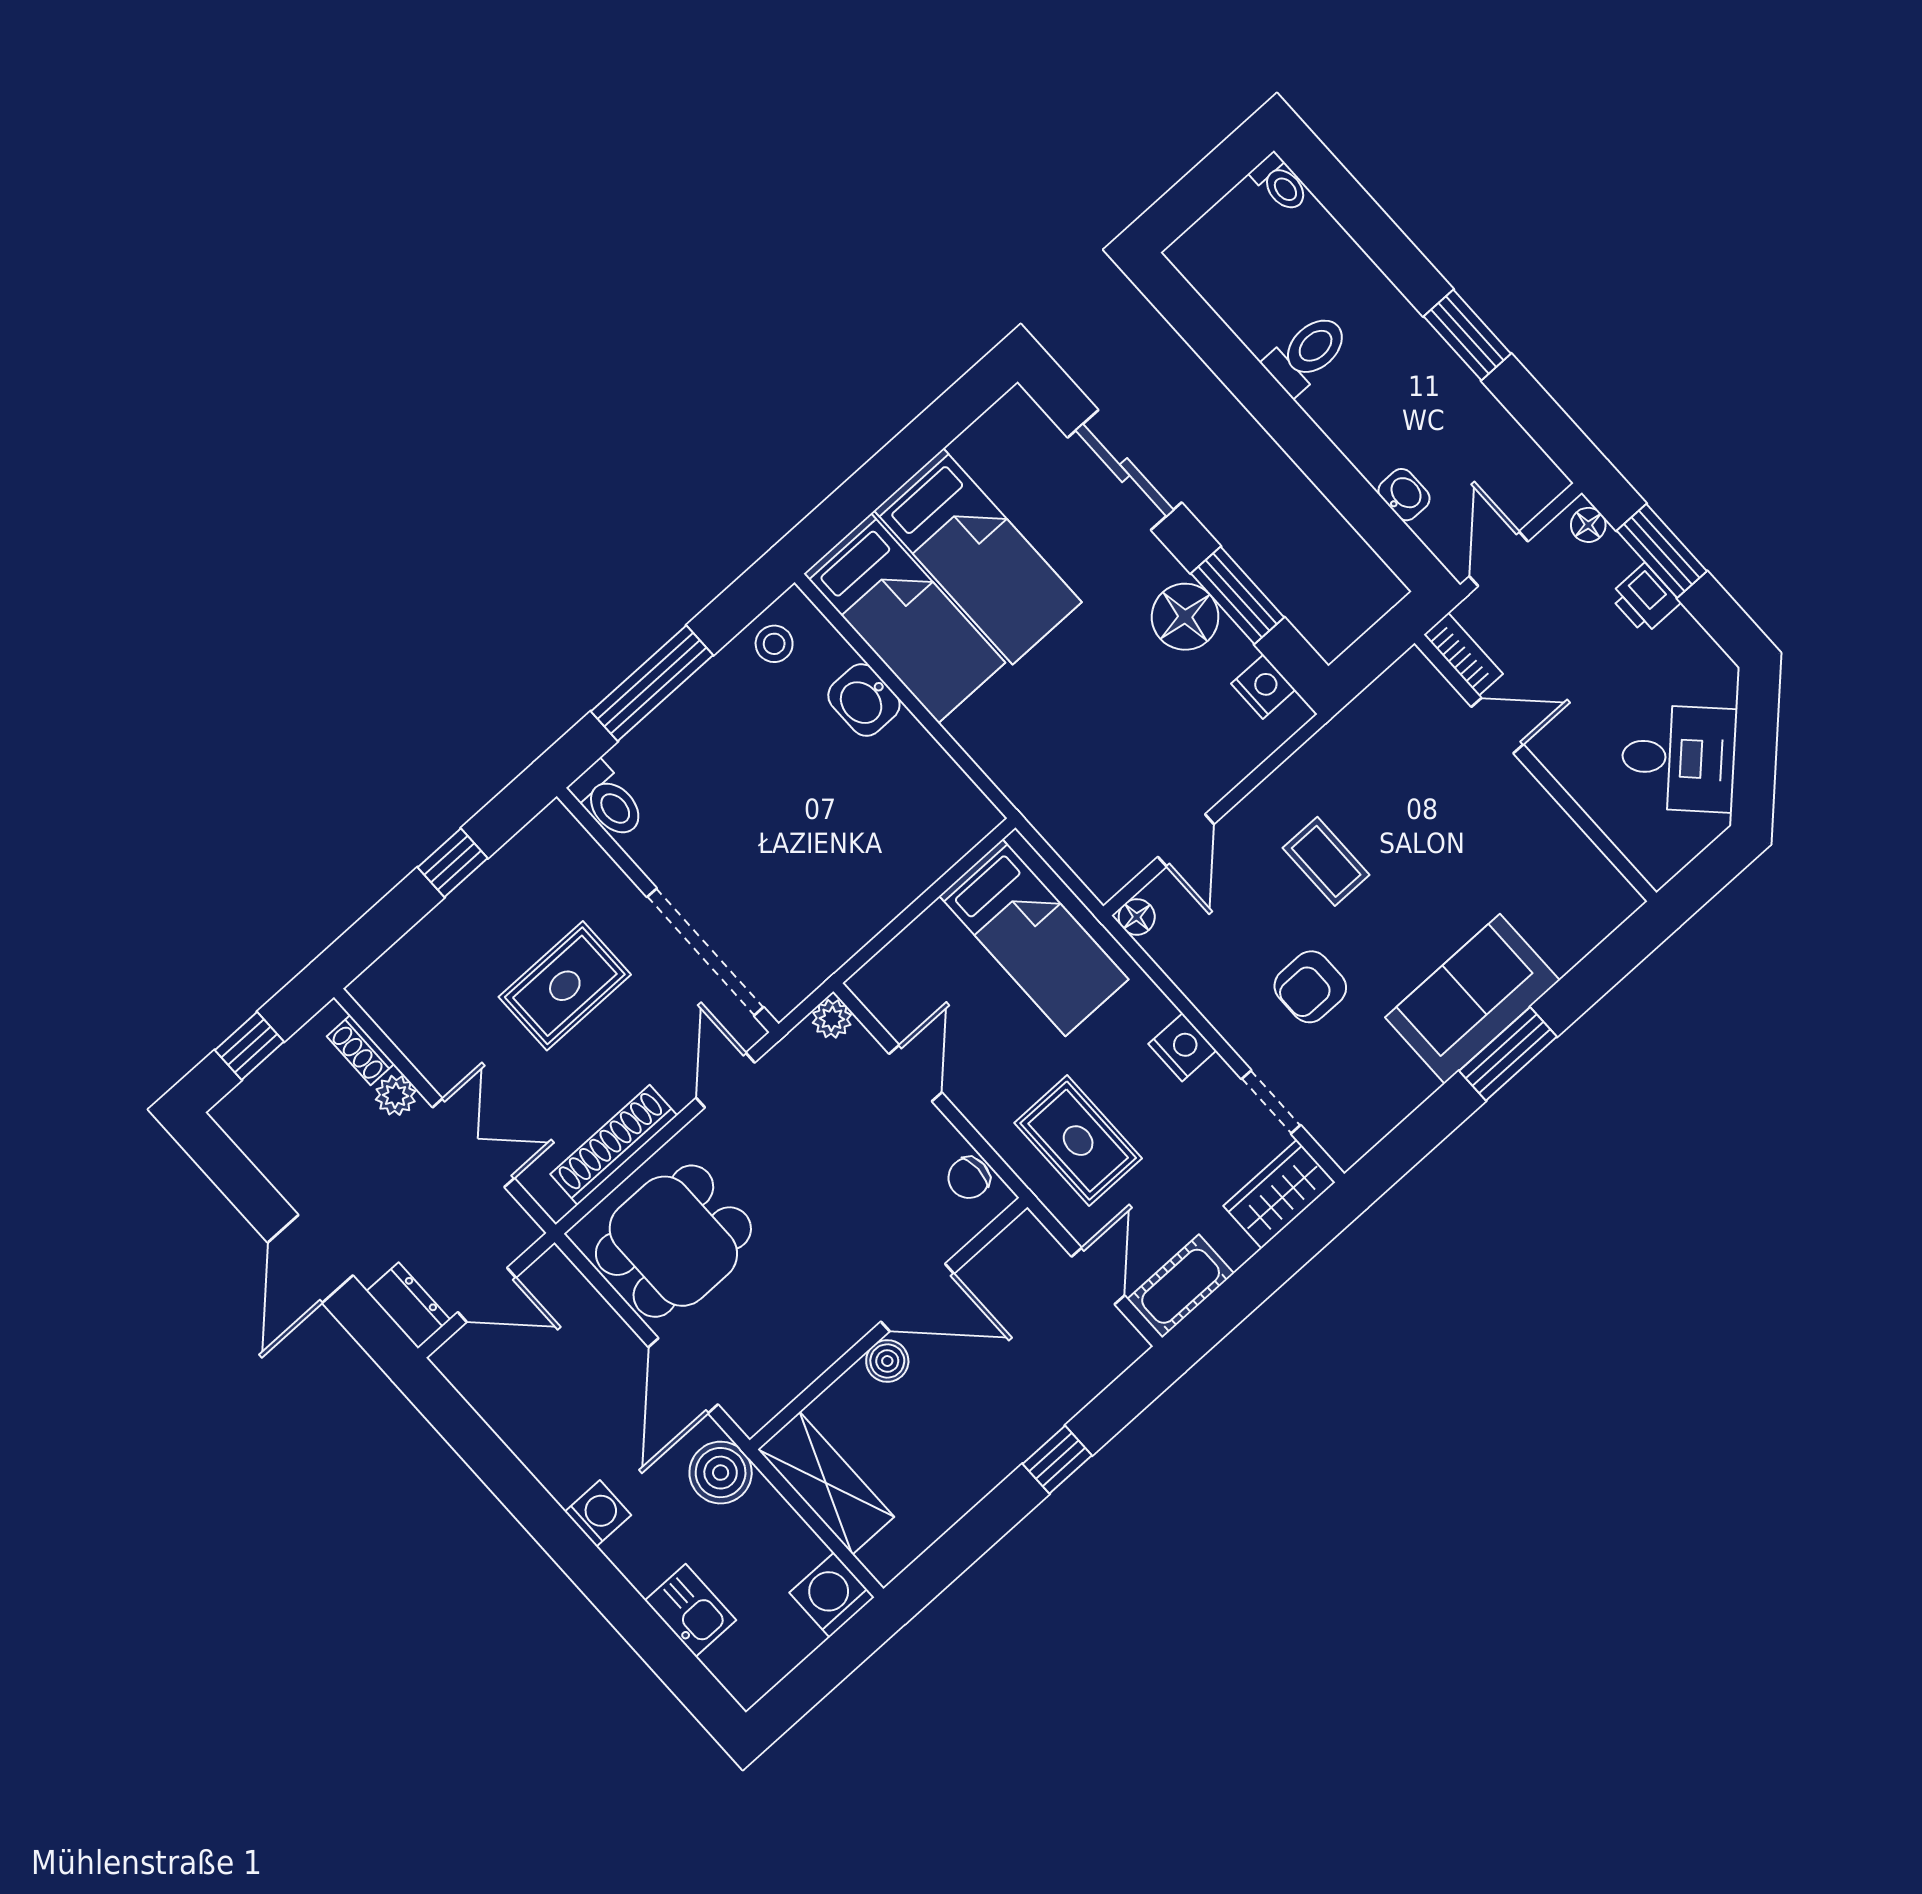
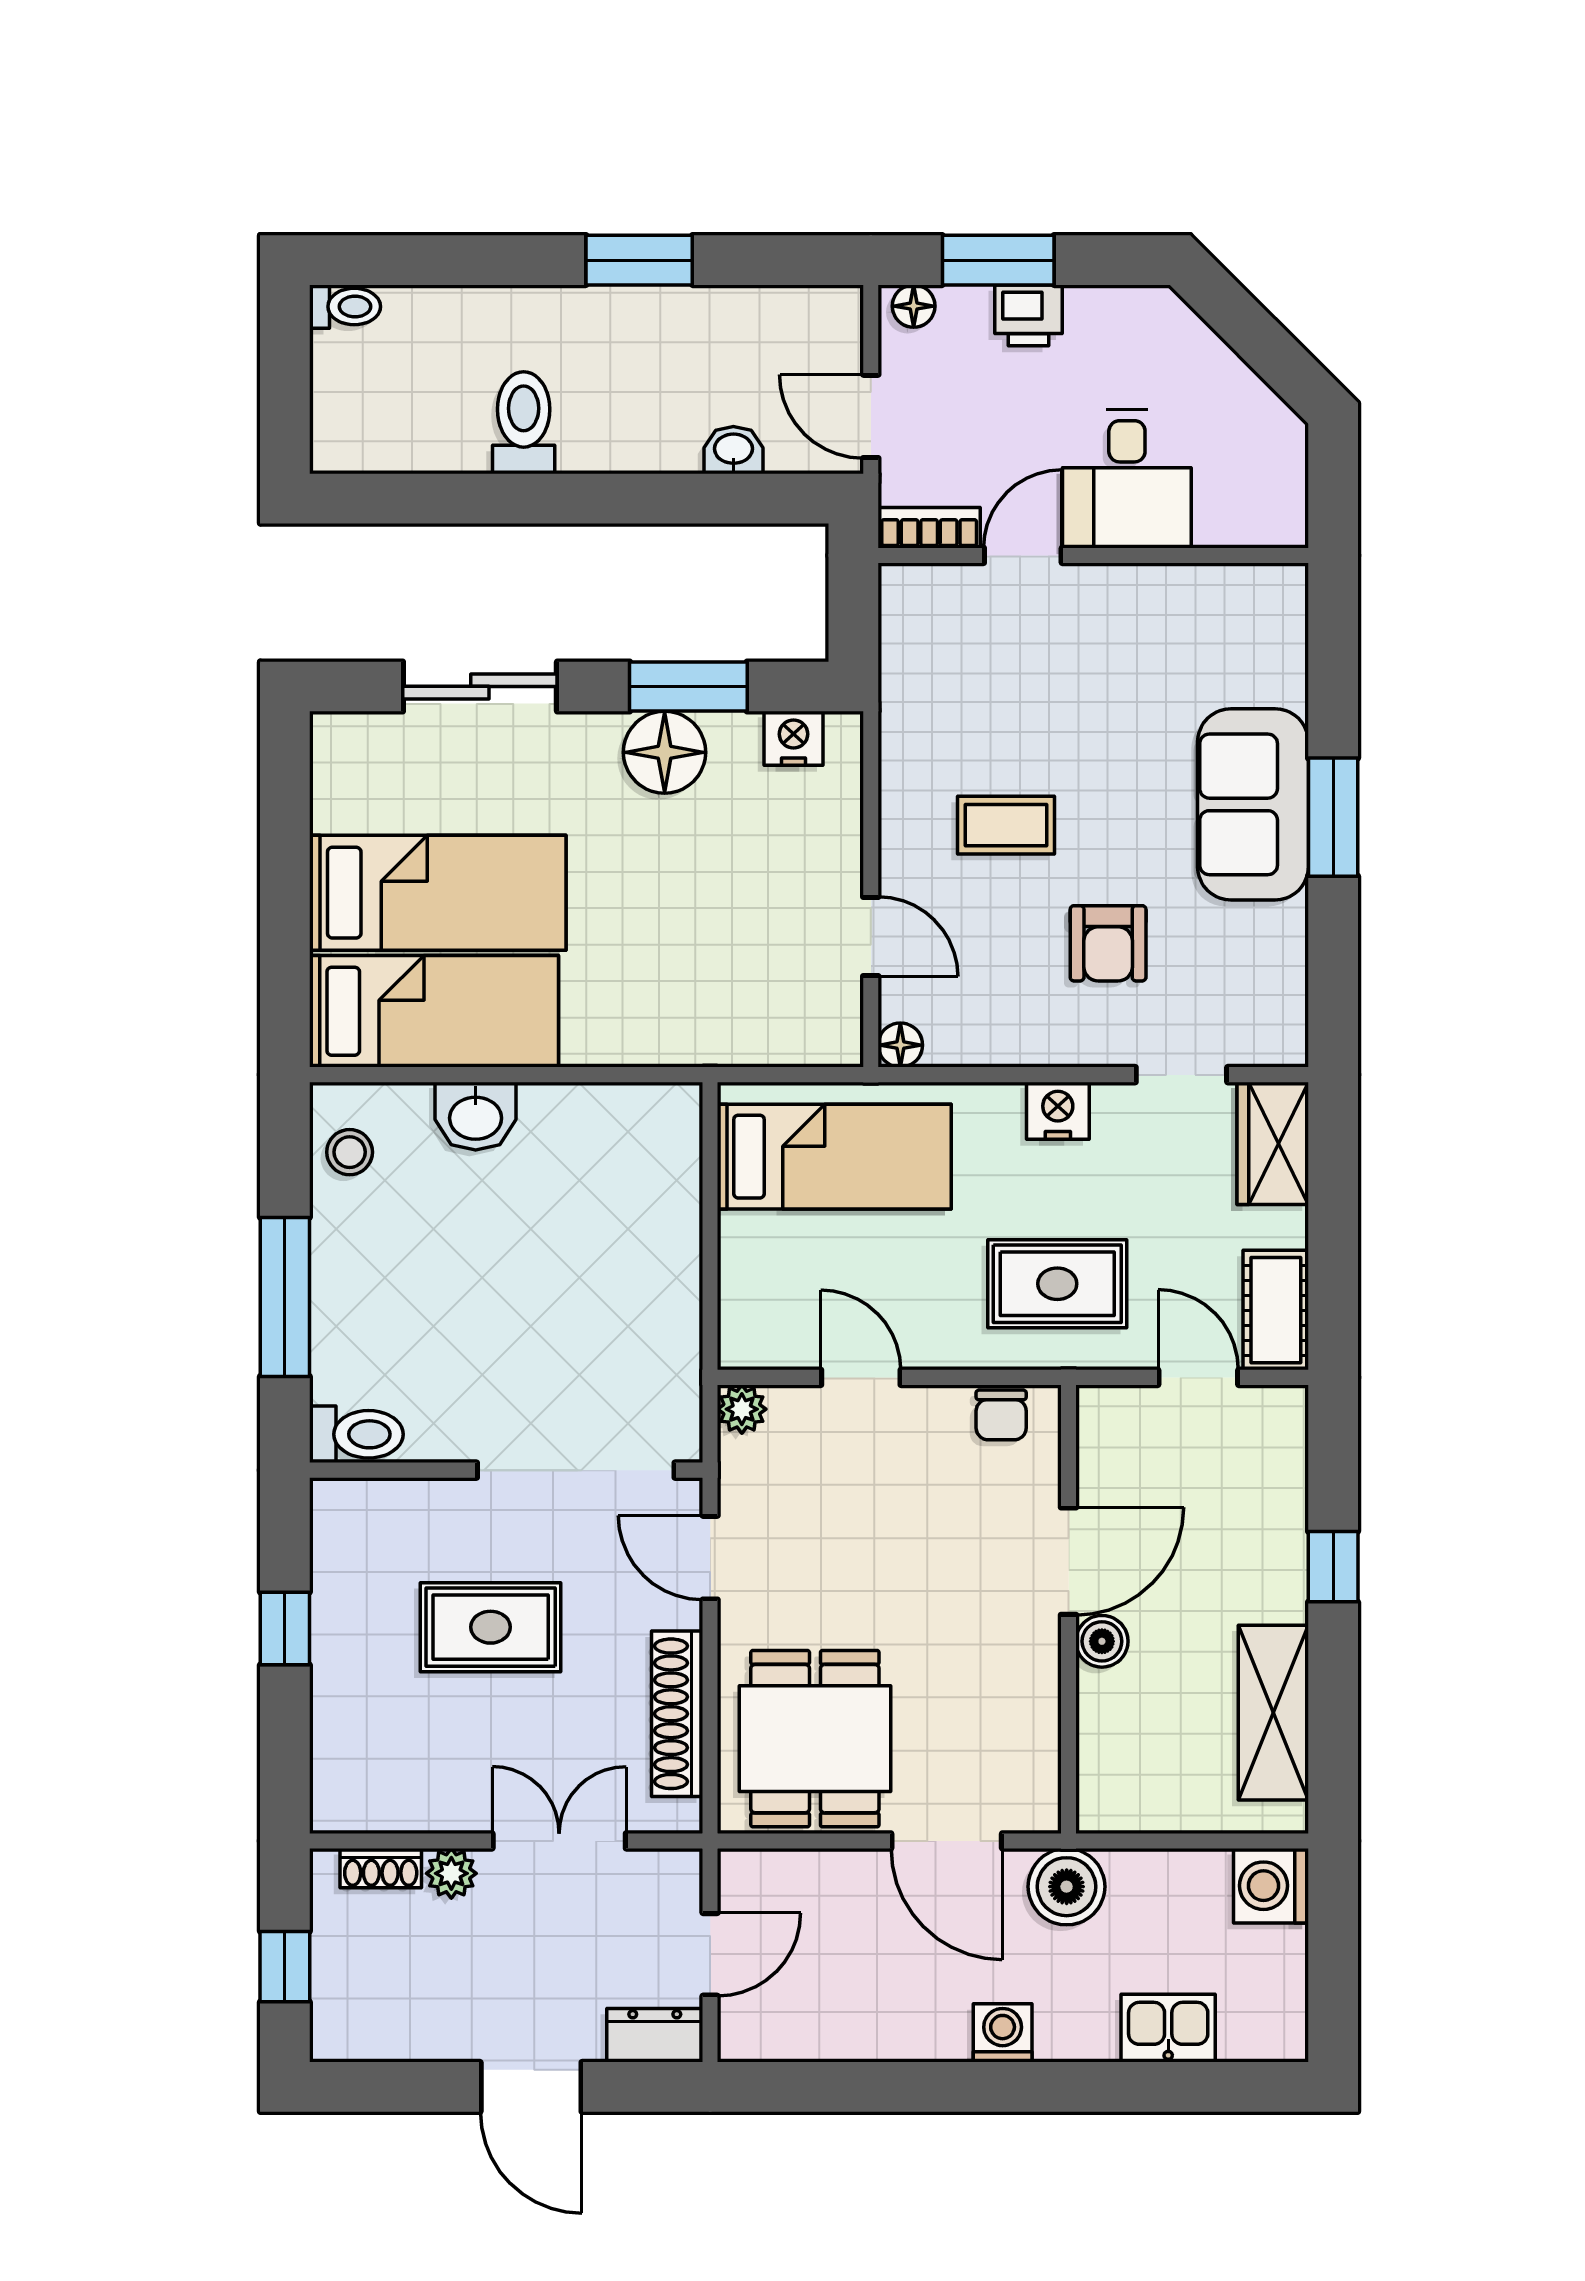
desk: (1679, 758) -> (1127, 479), moved, turned 135
rug: (565, 986) -> (491, 1627), turned 90
shelving: (826, 1483) -> (1273, 1713), moved, turned 90

